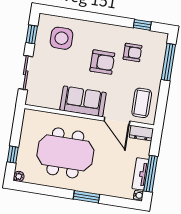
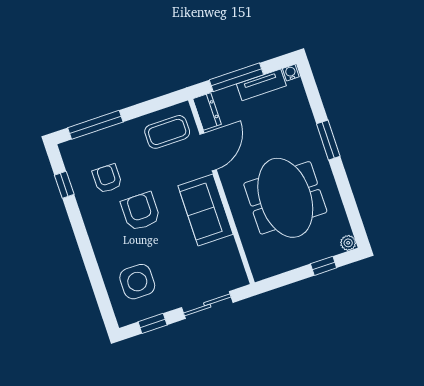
window: (151, 174) -> (236, 77), moved

